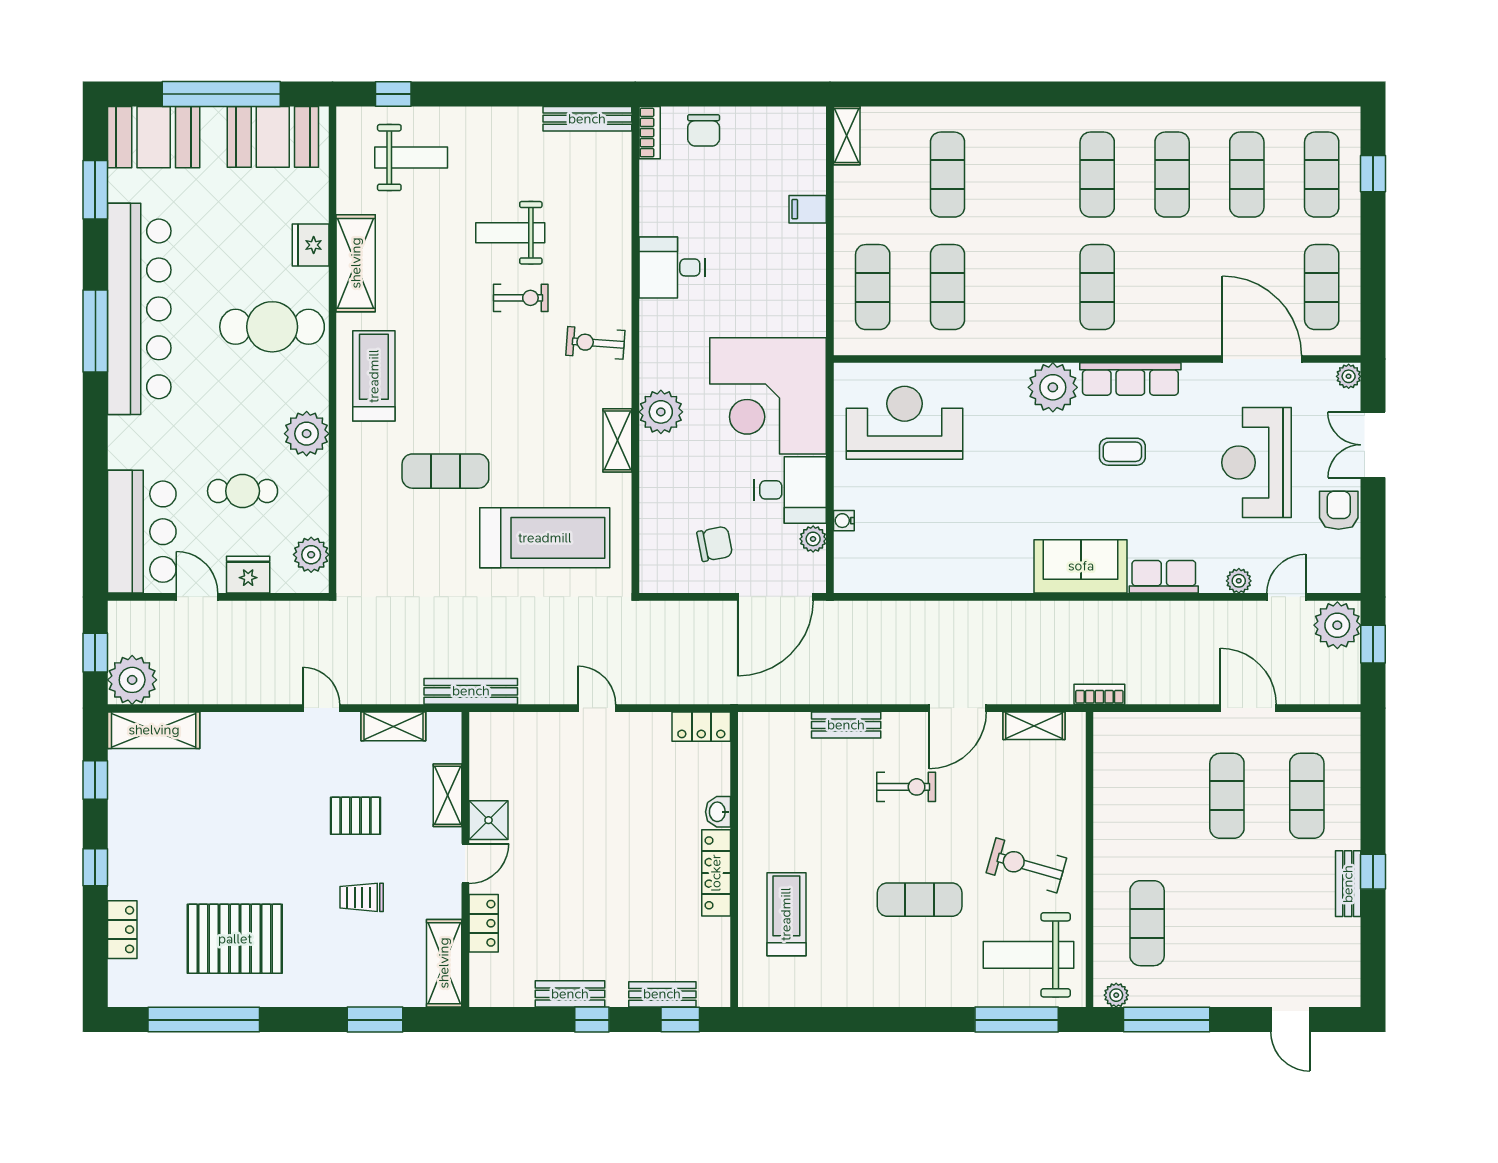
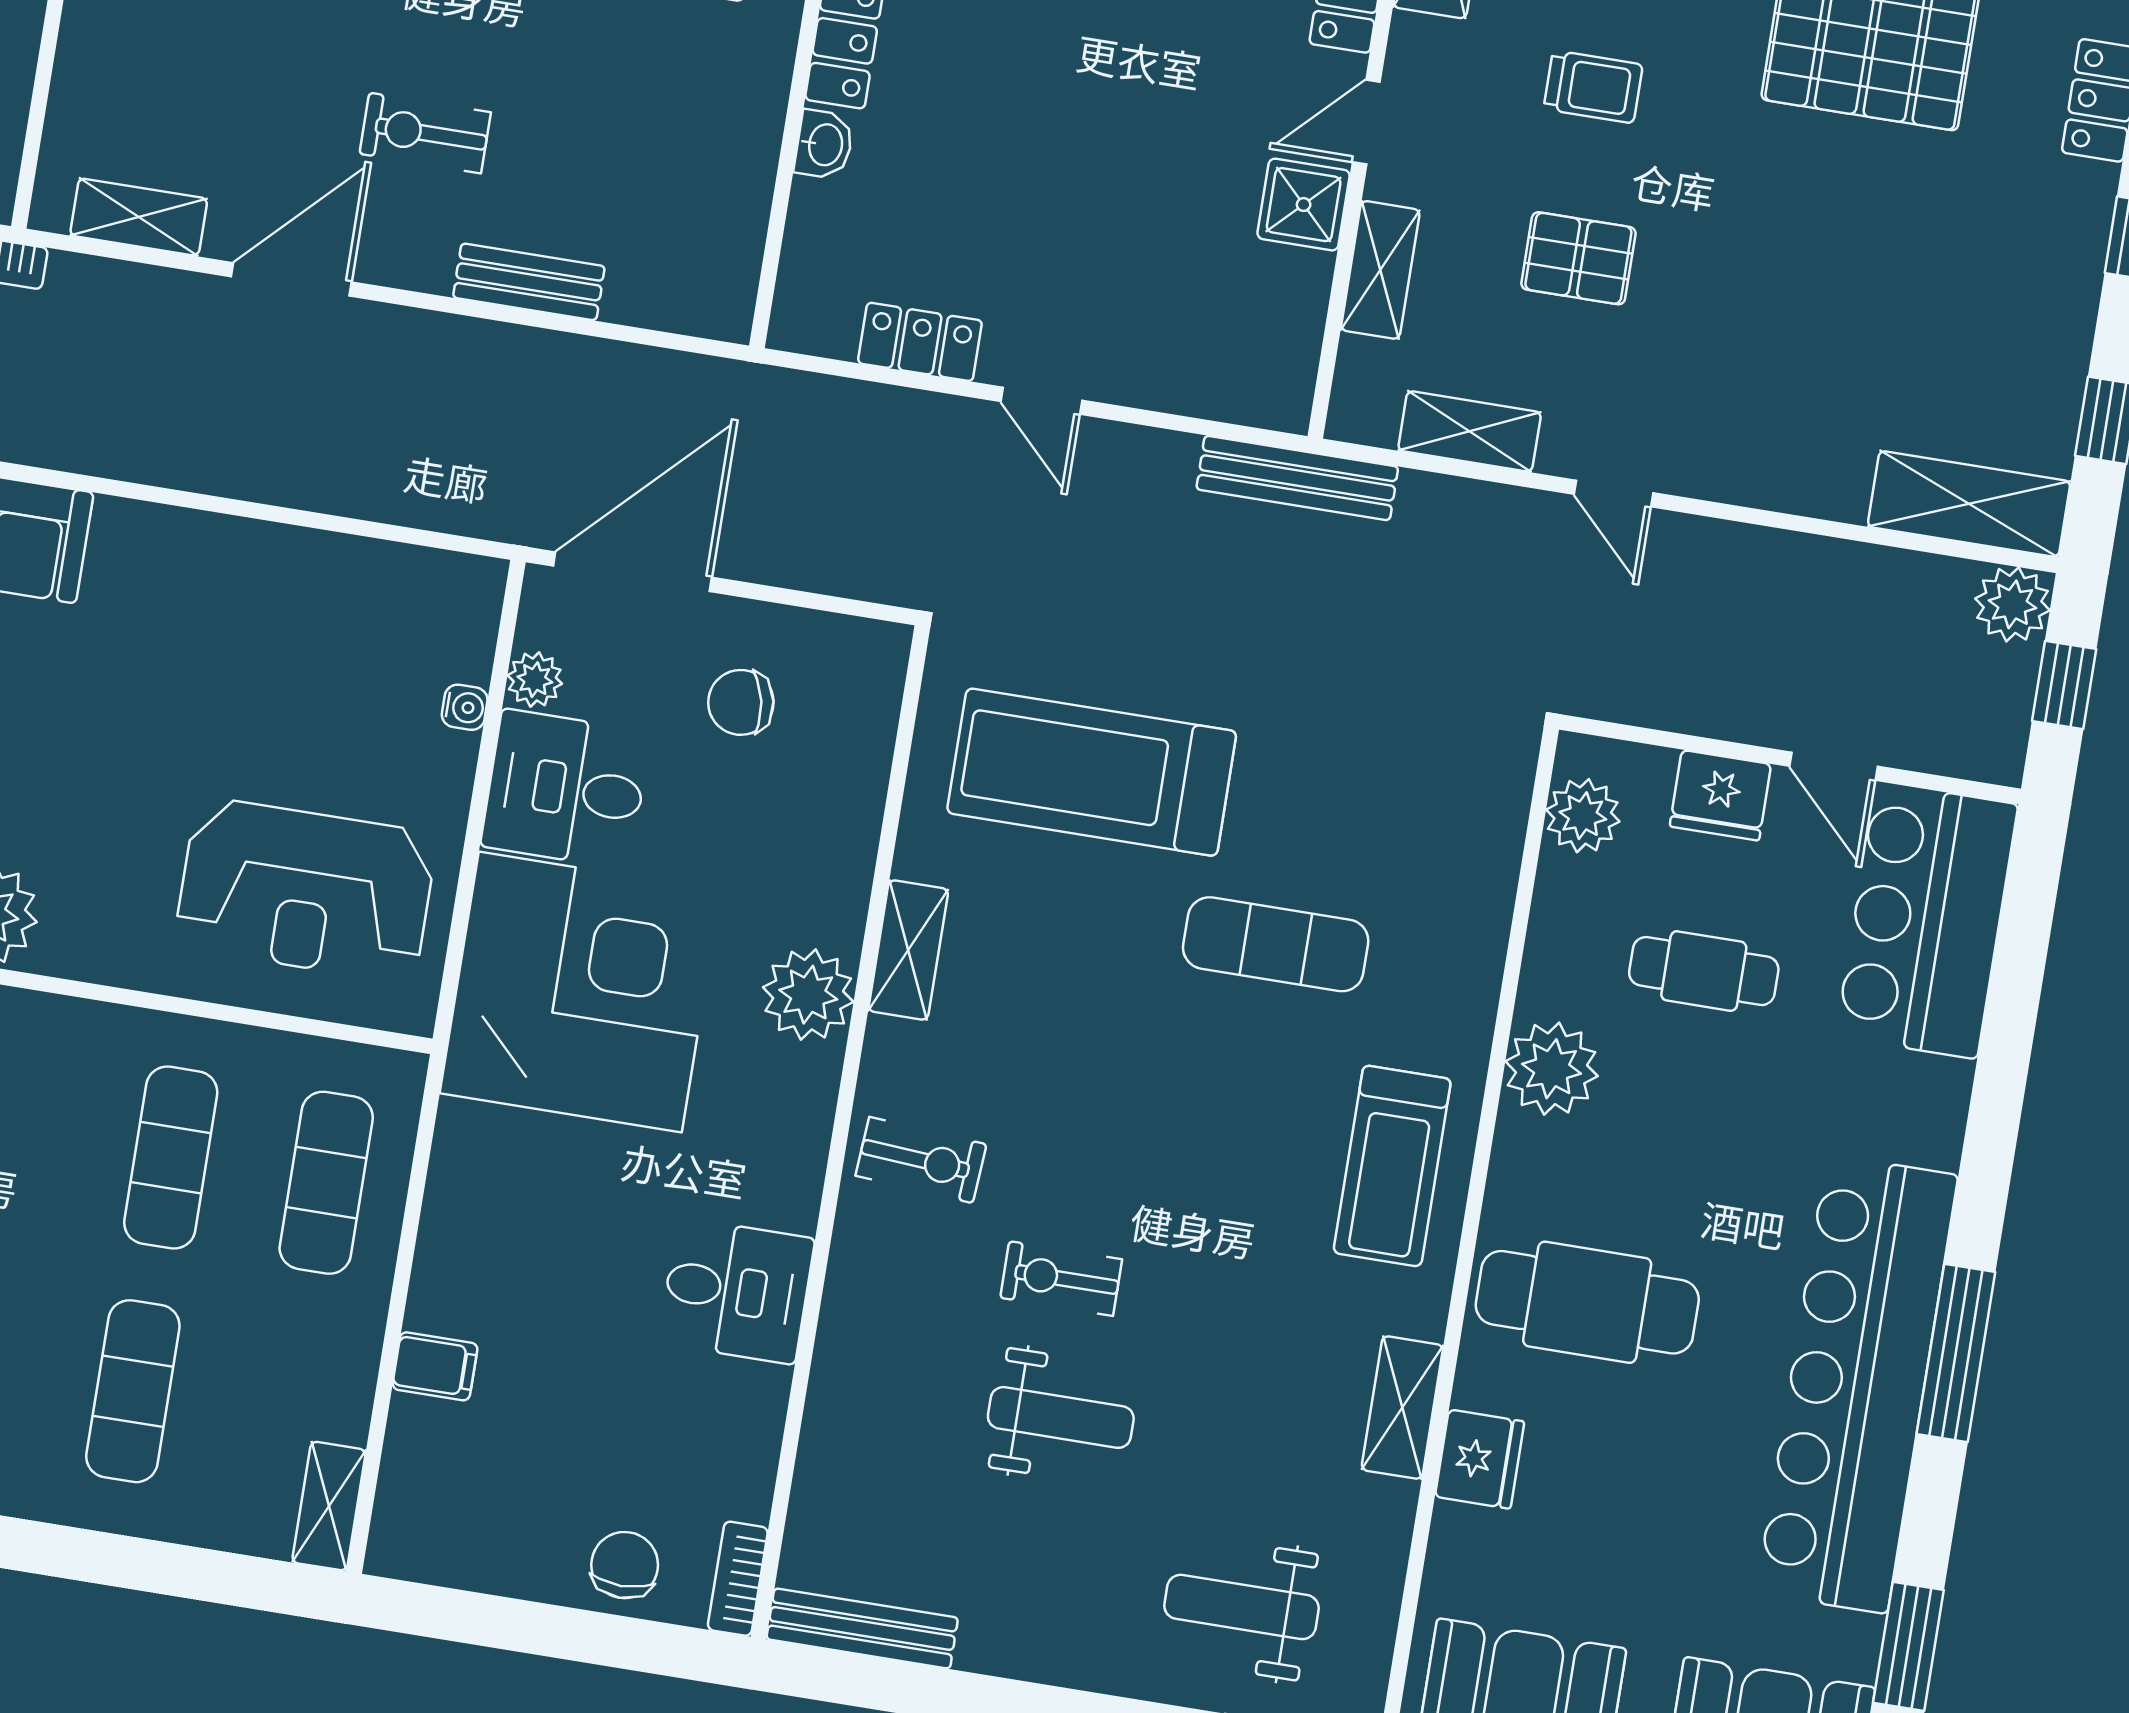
shelving: (356, 263) -> (1402, 1408), width x0.67, depth x0.75
plant: (132, 680) -> (2013, 604), width x0.73, depth x0.73
locker: (701, 727) -> (920, 342), moved

